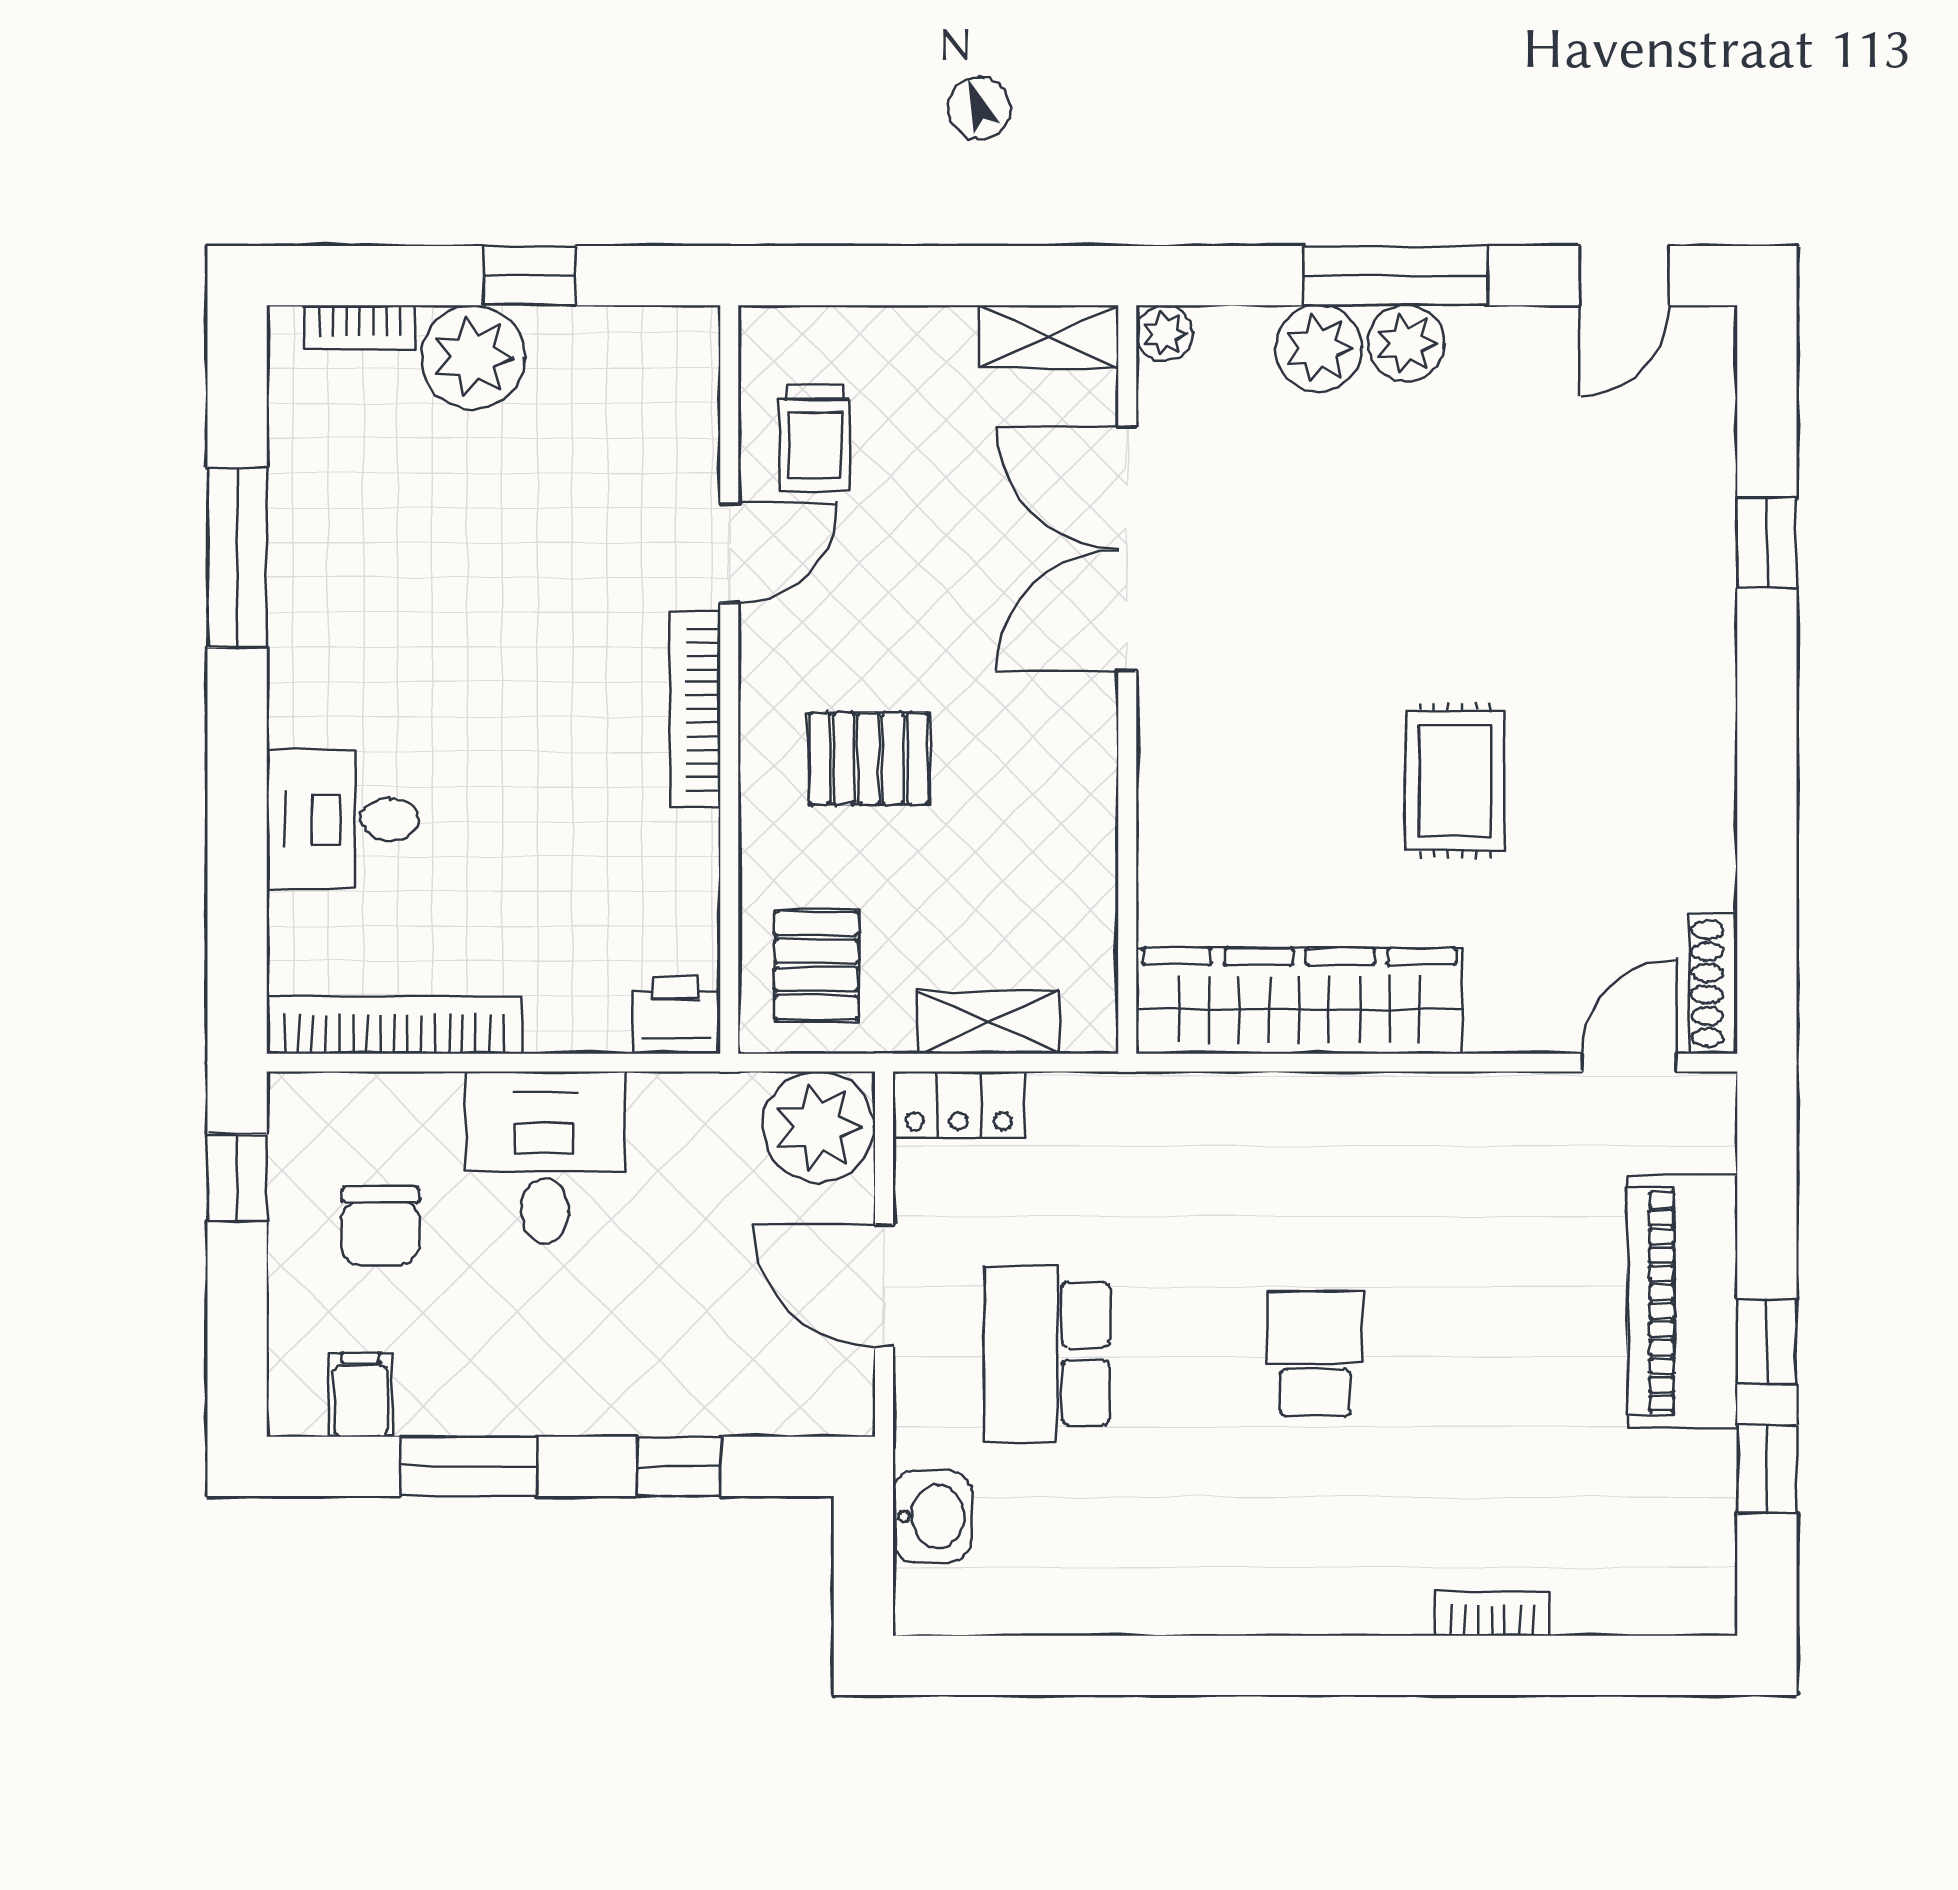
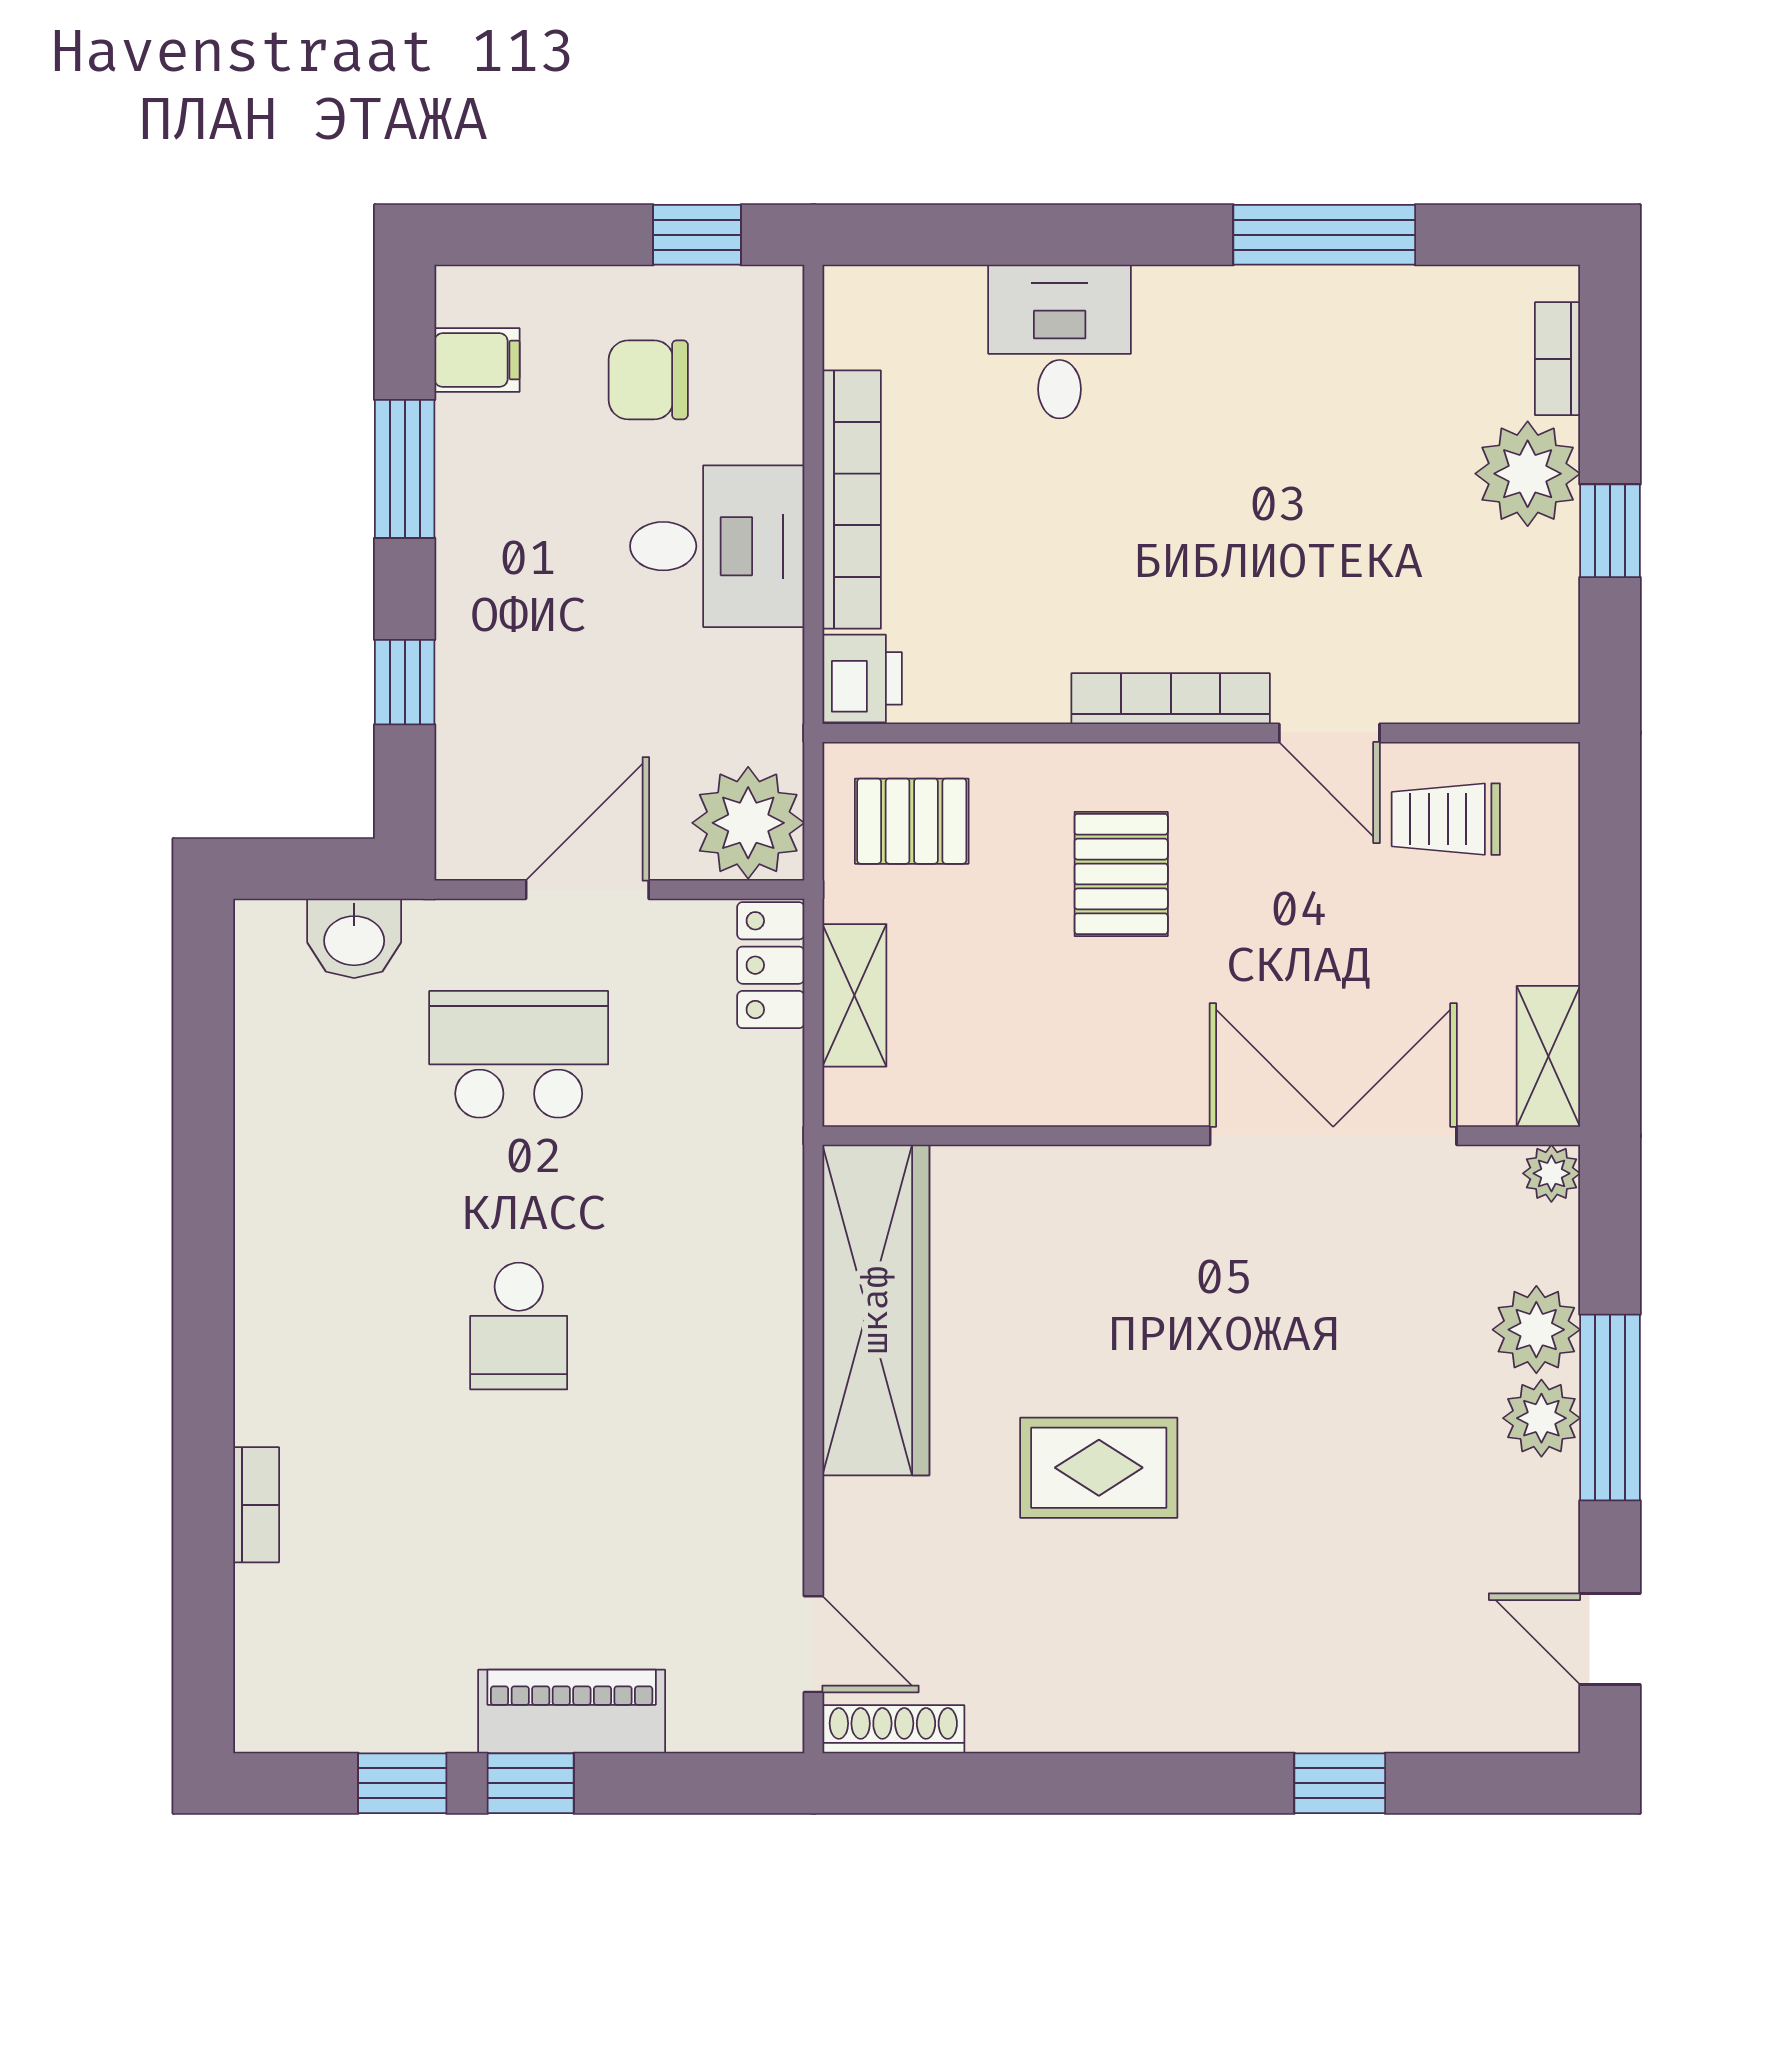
bookcase: (394, 1025) -> (852, 500), moved
piano: (1683, 1301) -> (572, 1712), width x0.73, depth x0.75
school desk: (1315, 1354) -> (519, 1326), turned 90

